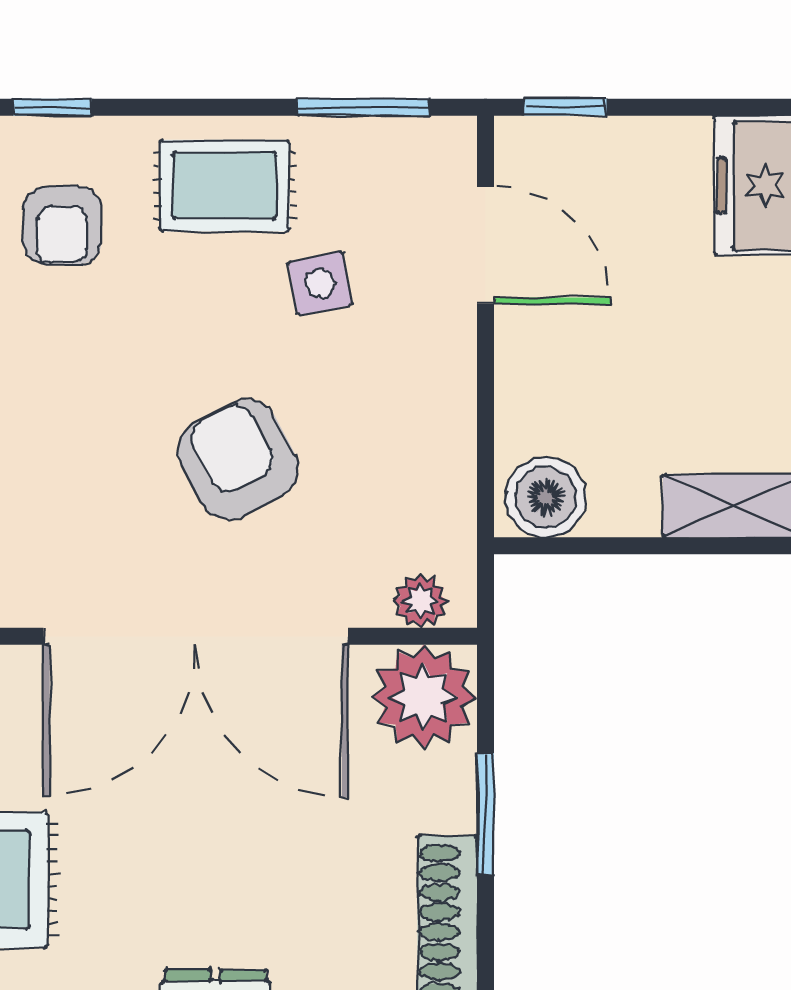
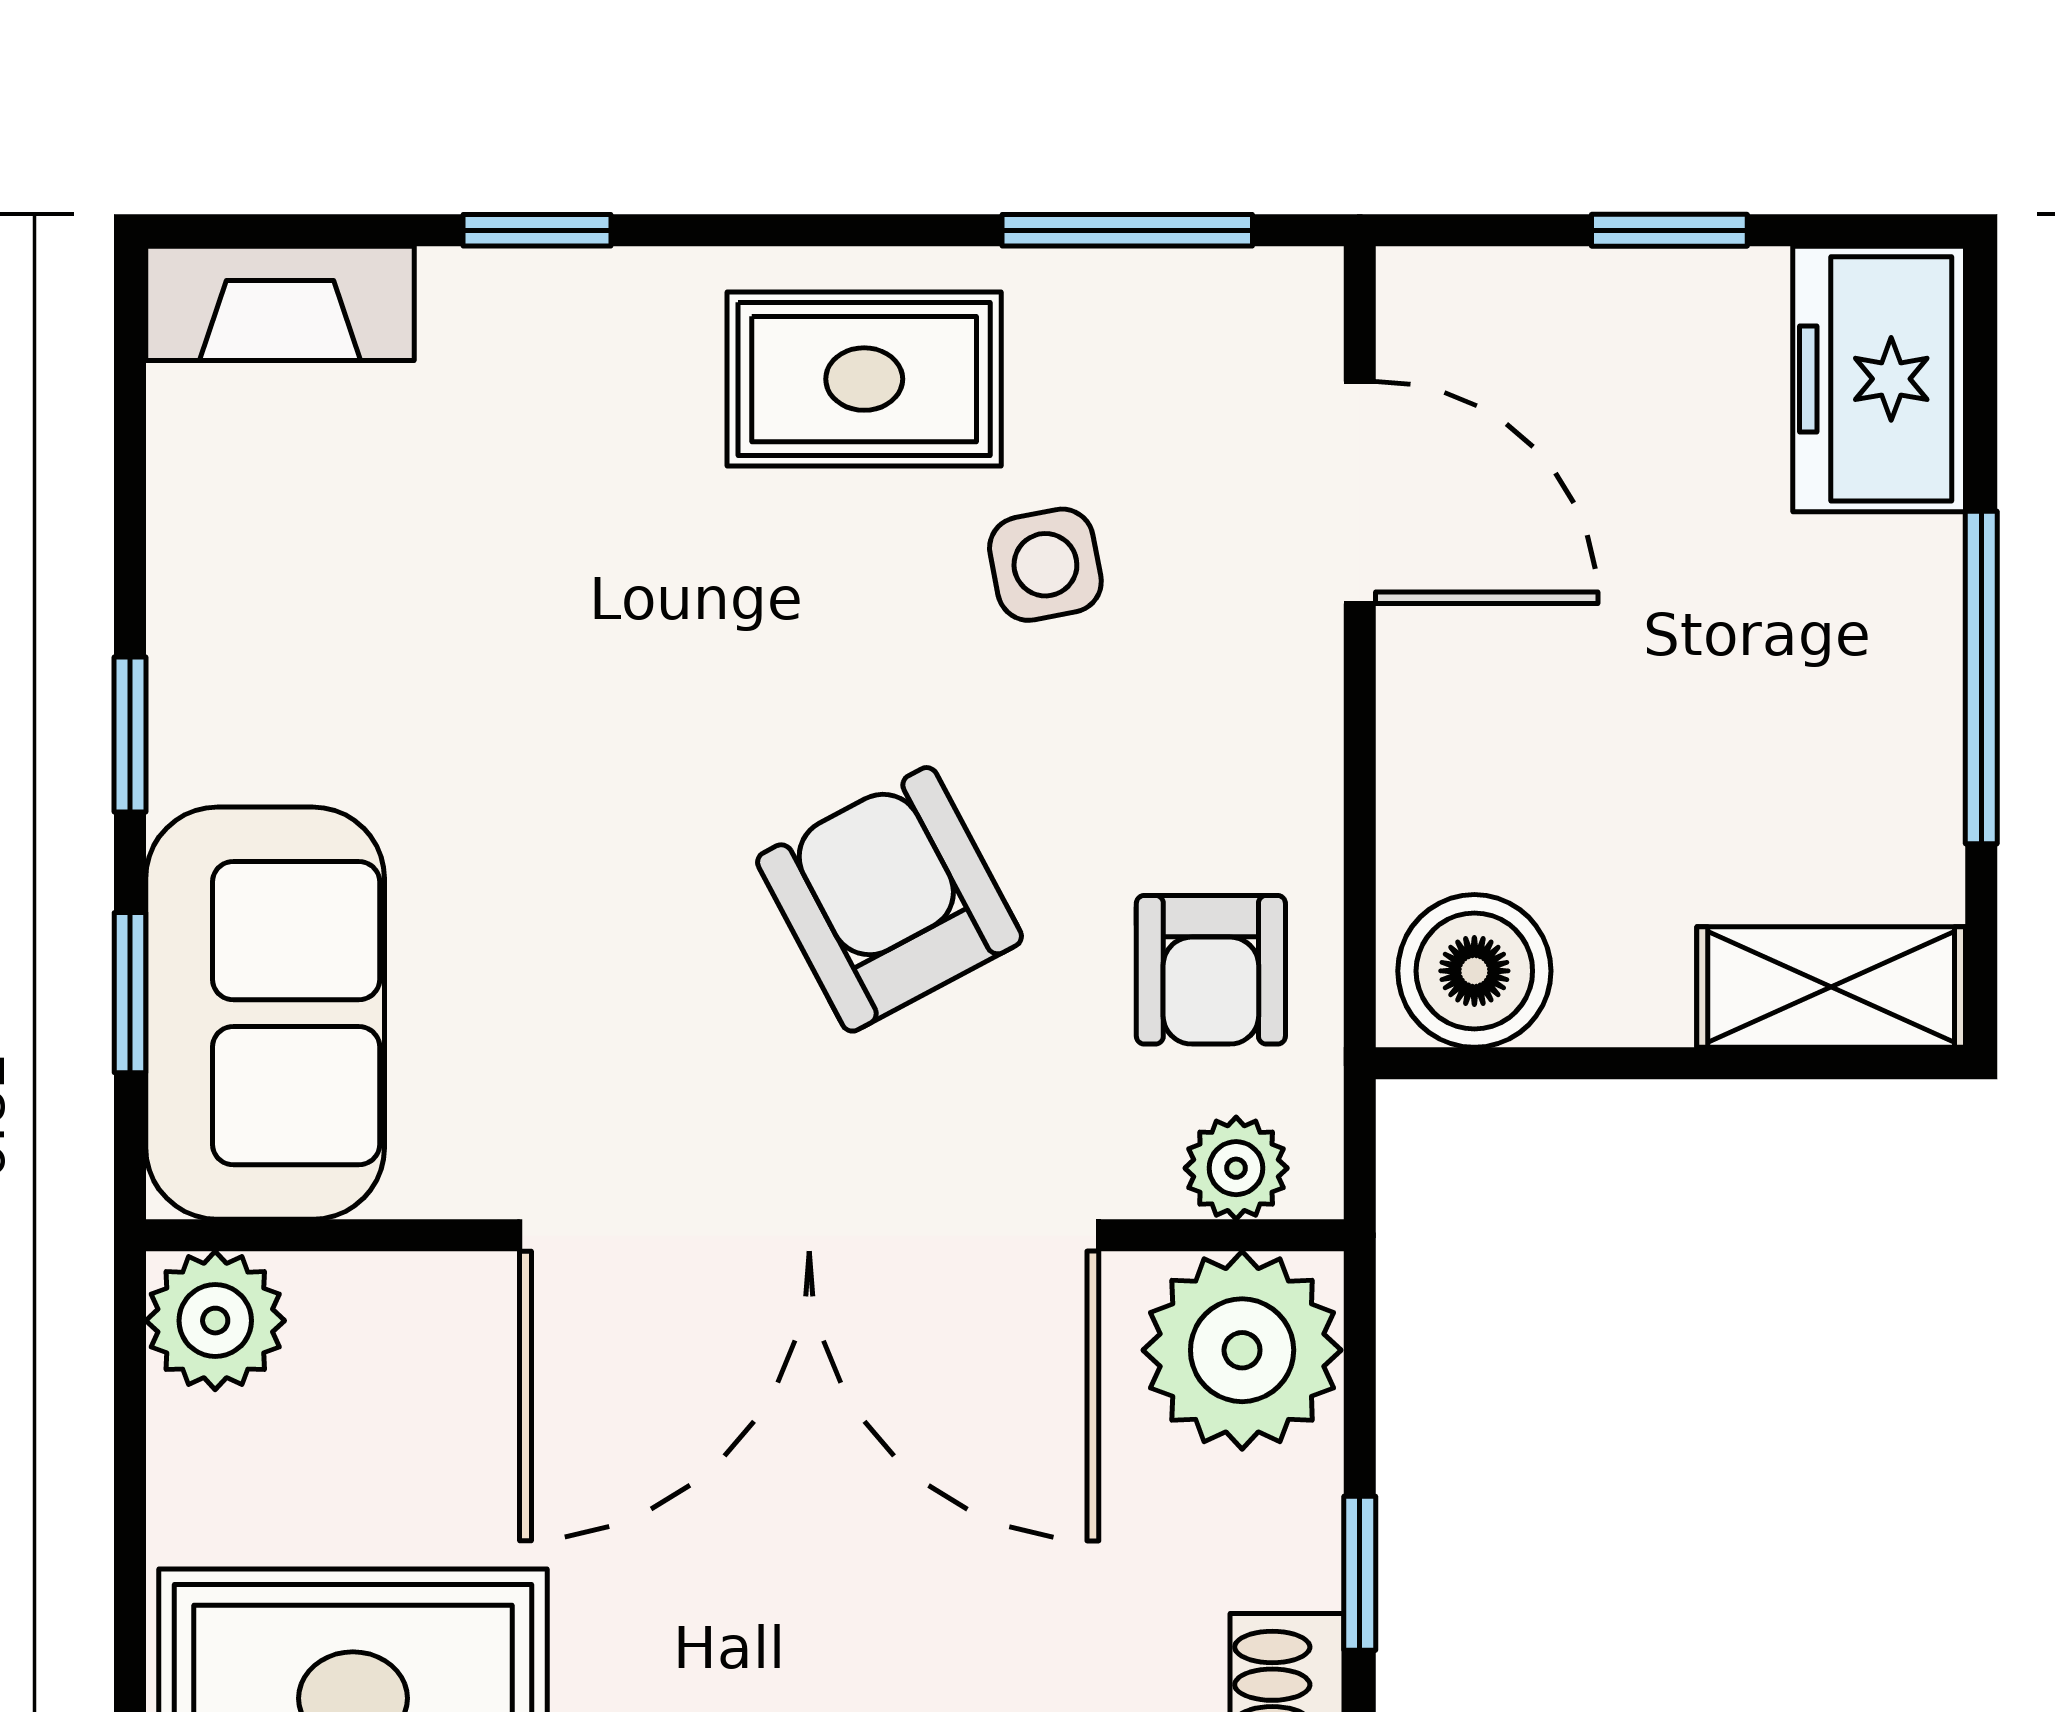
window: (565, 107) -> (1669, 230), moved
armchair: (62, 225) -> (1211, 970), moved
window: (486, 814) -> (1360, 1573), width x0.67

